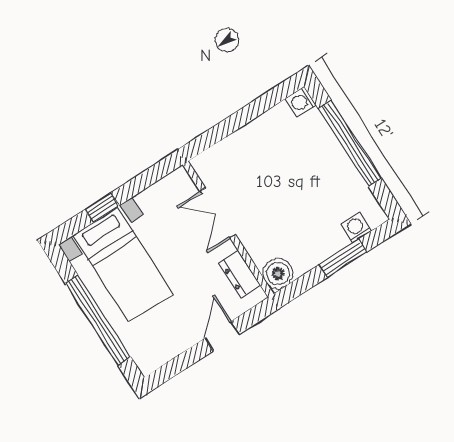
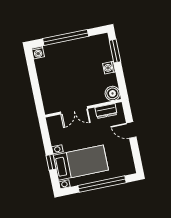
washing machine: (356, 228) -> (109, 68), moved
window: (343, 258) -> (115, 51), moved

